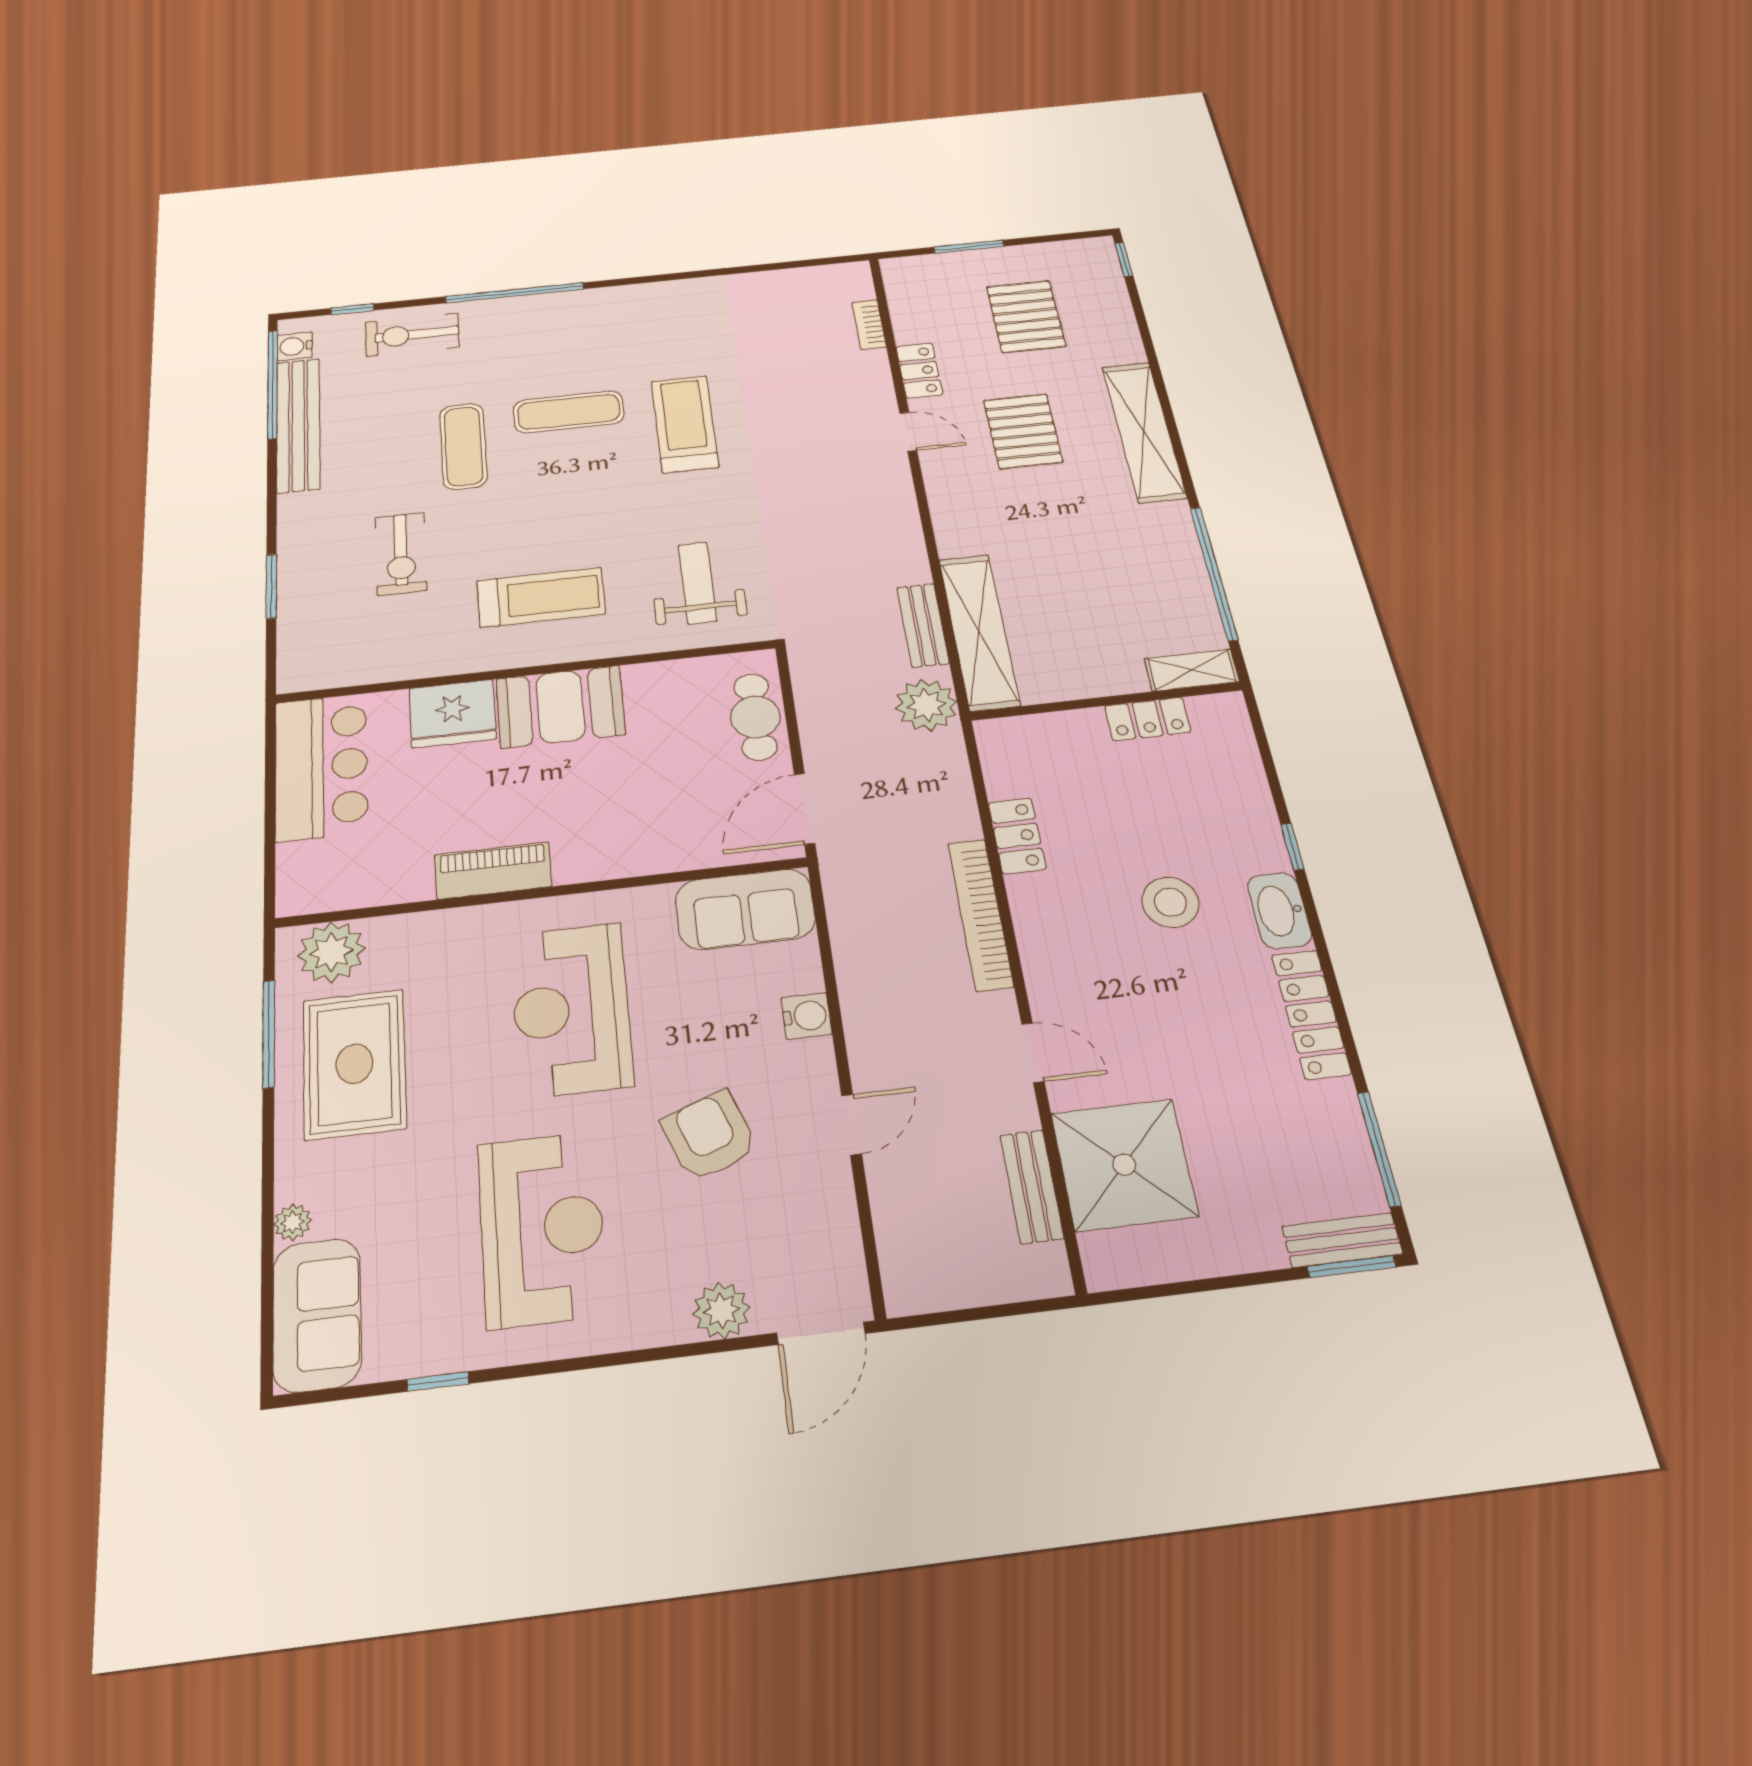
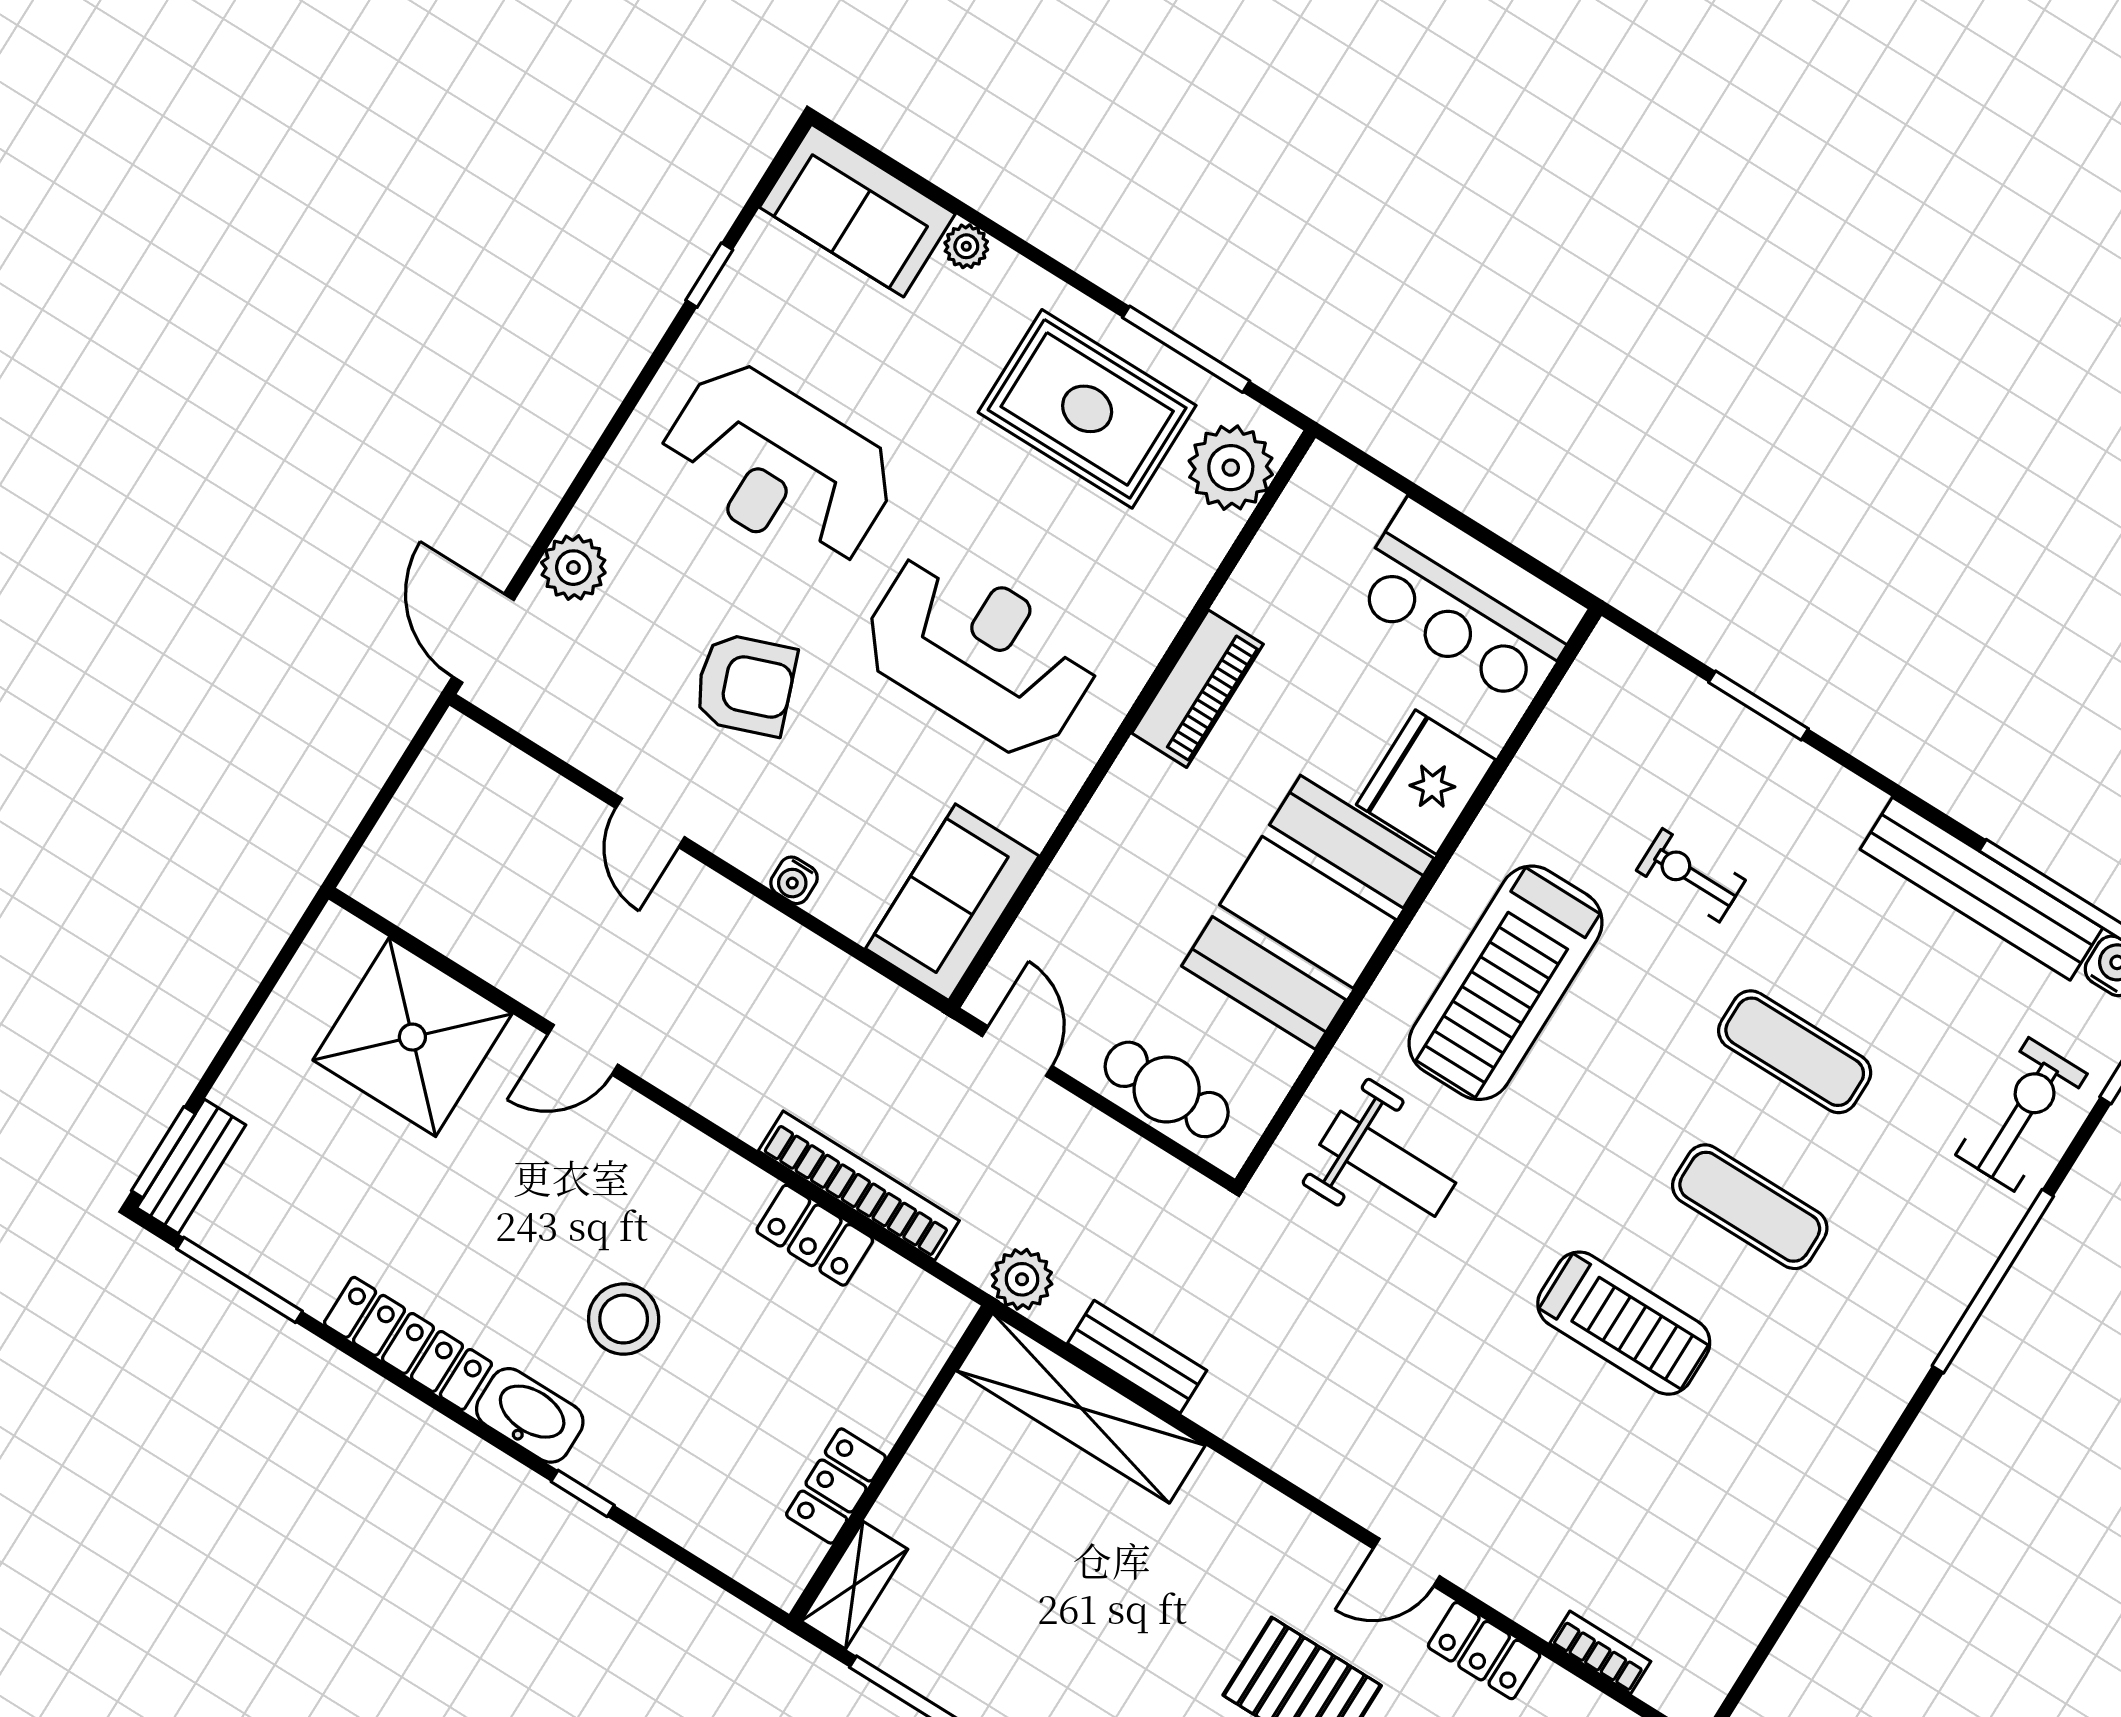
exercise mat: (569, 412) -> (1750, 1207), turned 90
exercise bike: (401, 554) -> (1691, 875), width x0.73, depth x0.72
treadmill: (541, 597) -> (1505, 983), width x1.37, depth x1.38
plant: (926, 705) -> (1022, 1279), width x0.73, depth x0.73
booth: (561, 707) -> (1308, 912), width x1.36, depth x1.42
door: (804, 809) -> (1017, 1051), width x0.73
bookcase: (980, 914) -> (859, 1186), moved
water cooler: (806, 1016) -> (794, 880), width x0.72, depth x0.72
bench: (1032, 1186) -> (461, 936), removed

